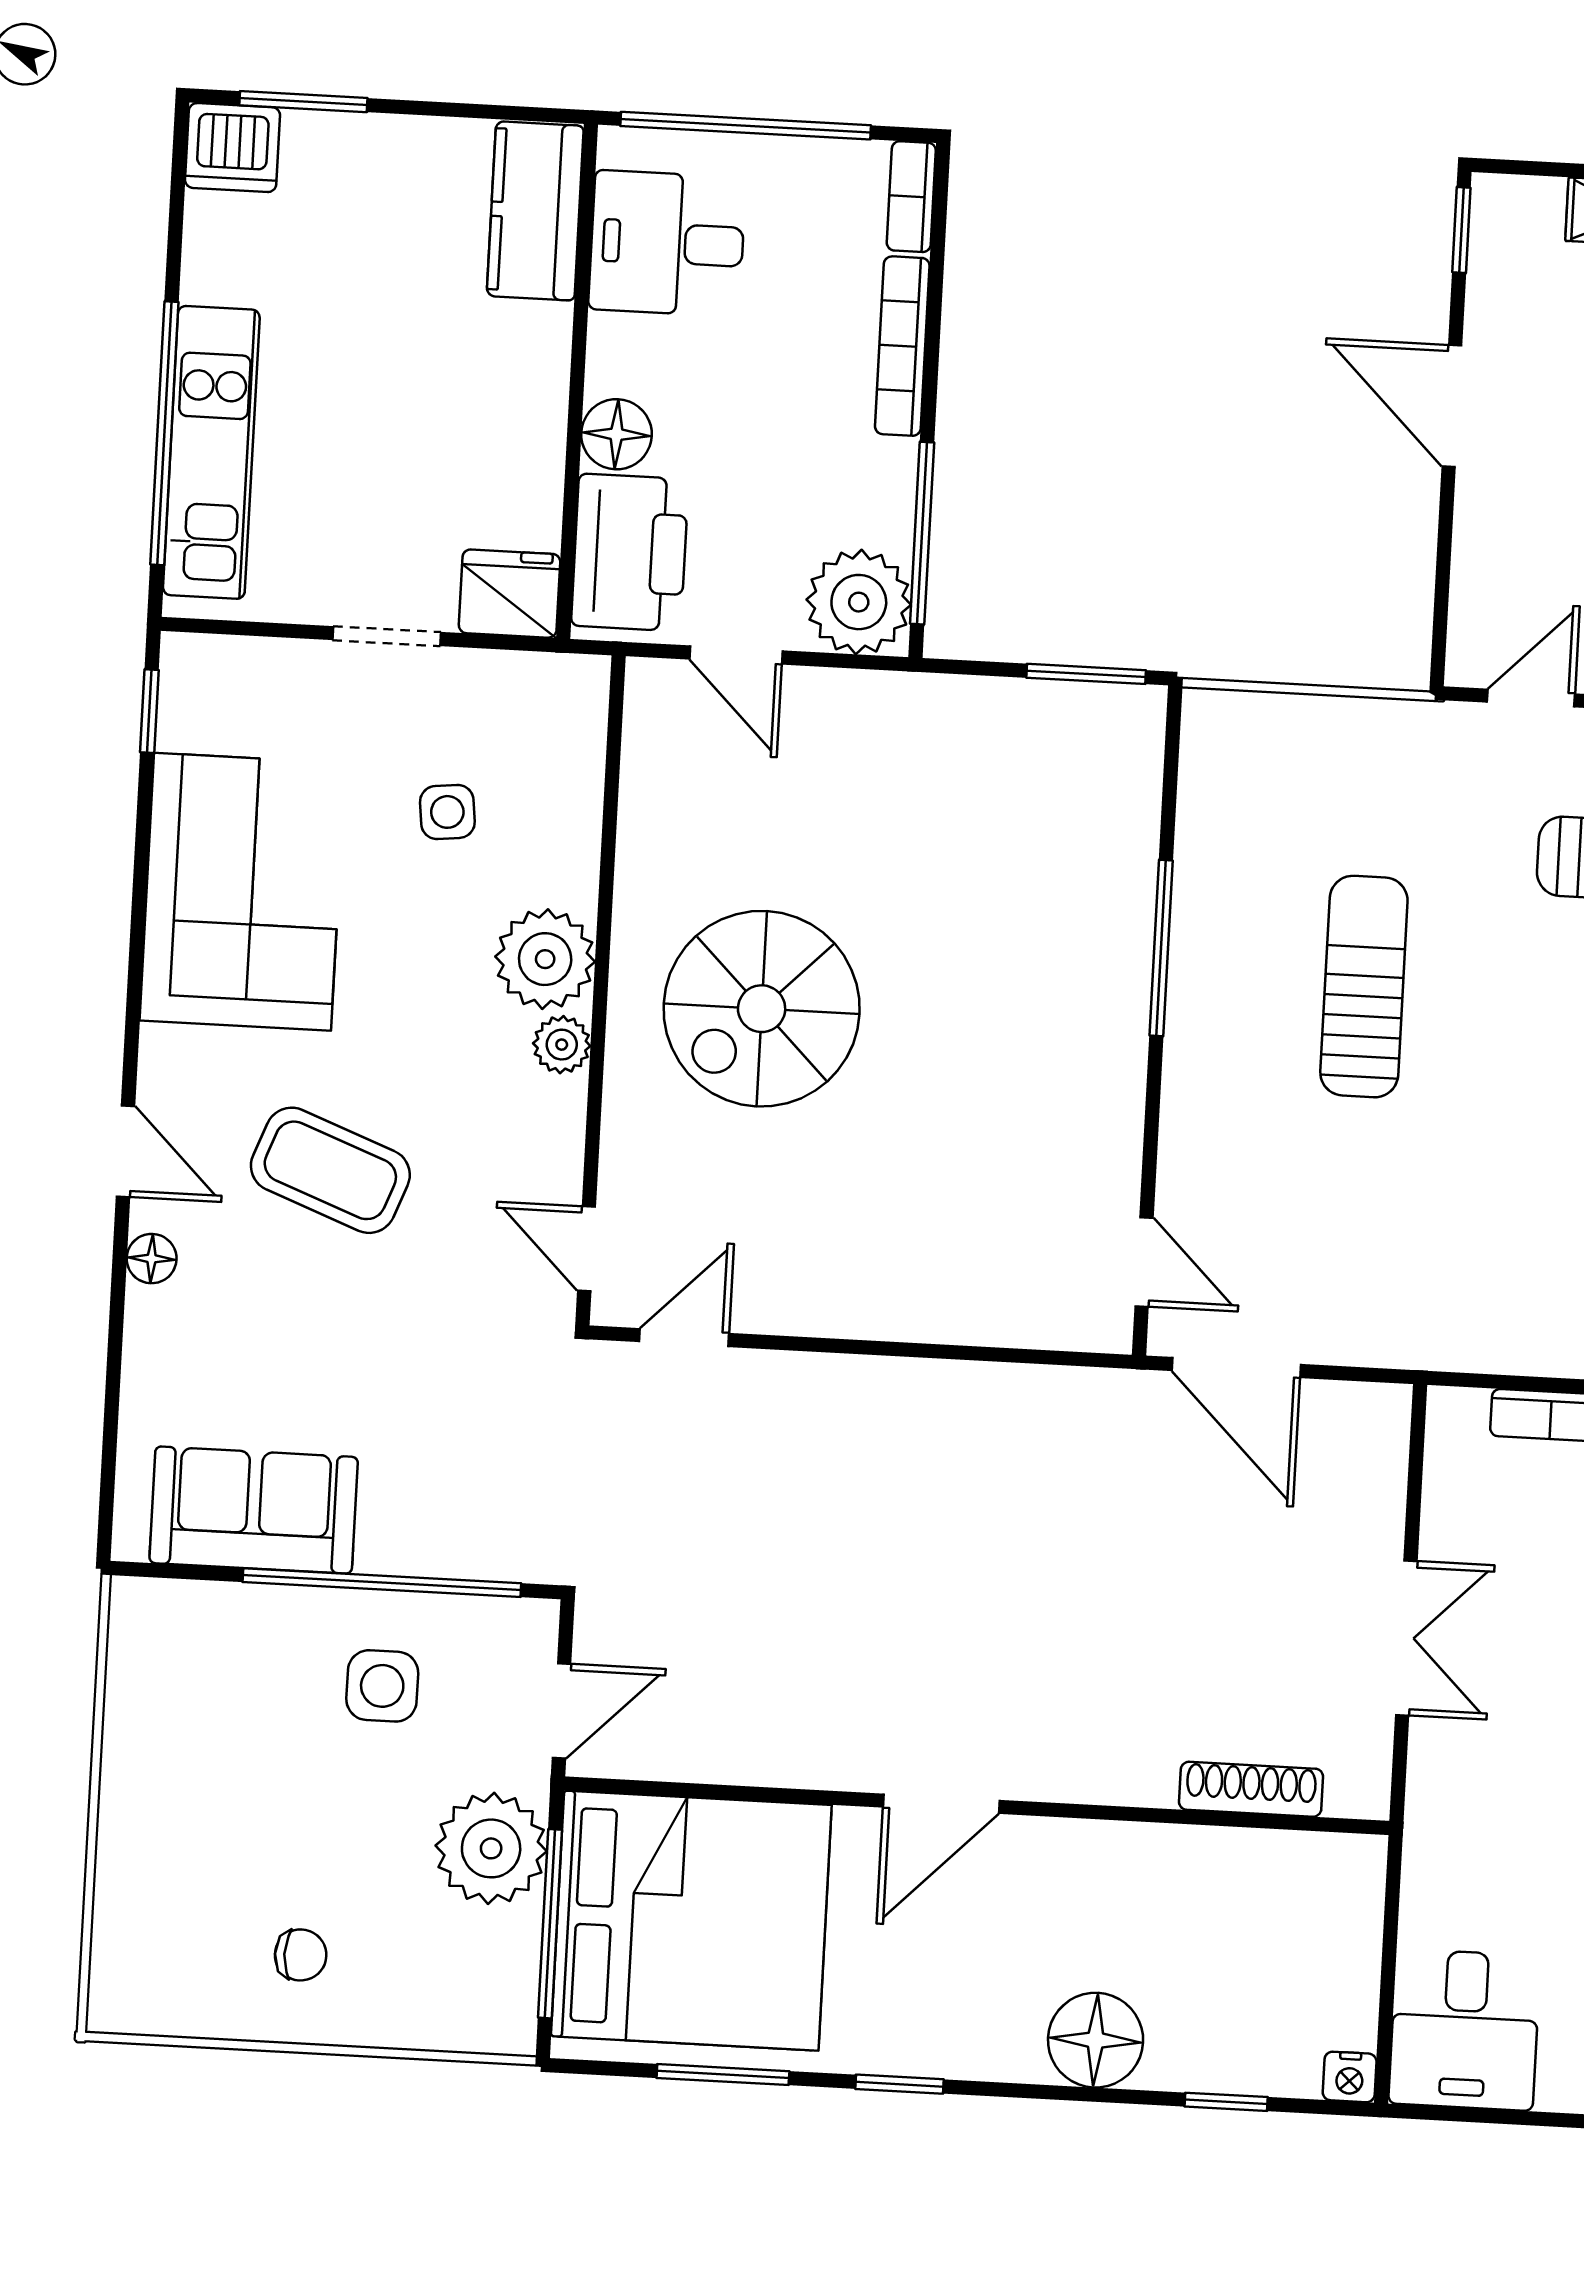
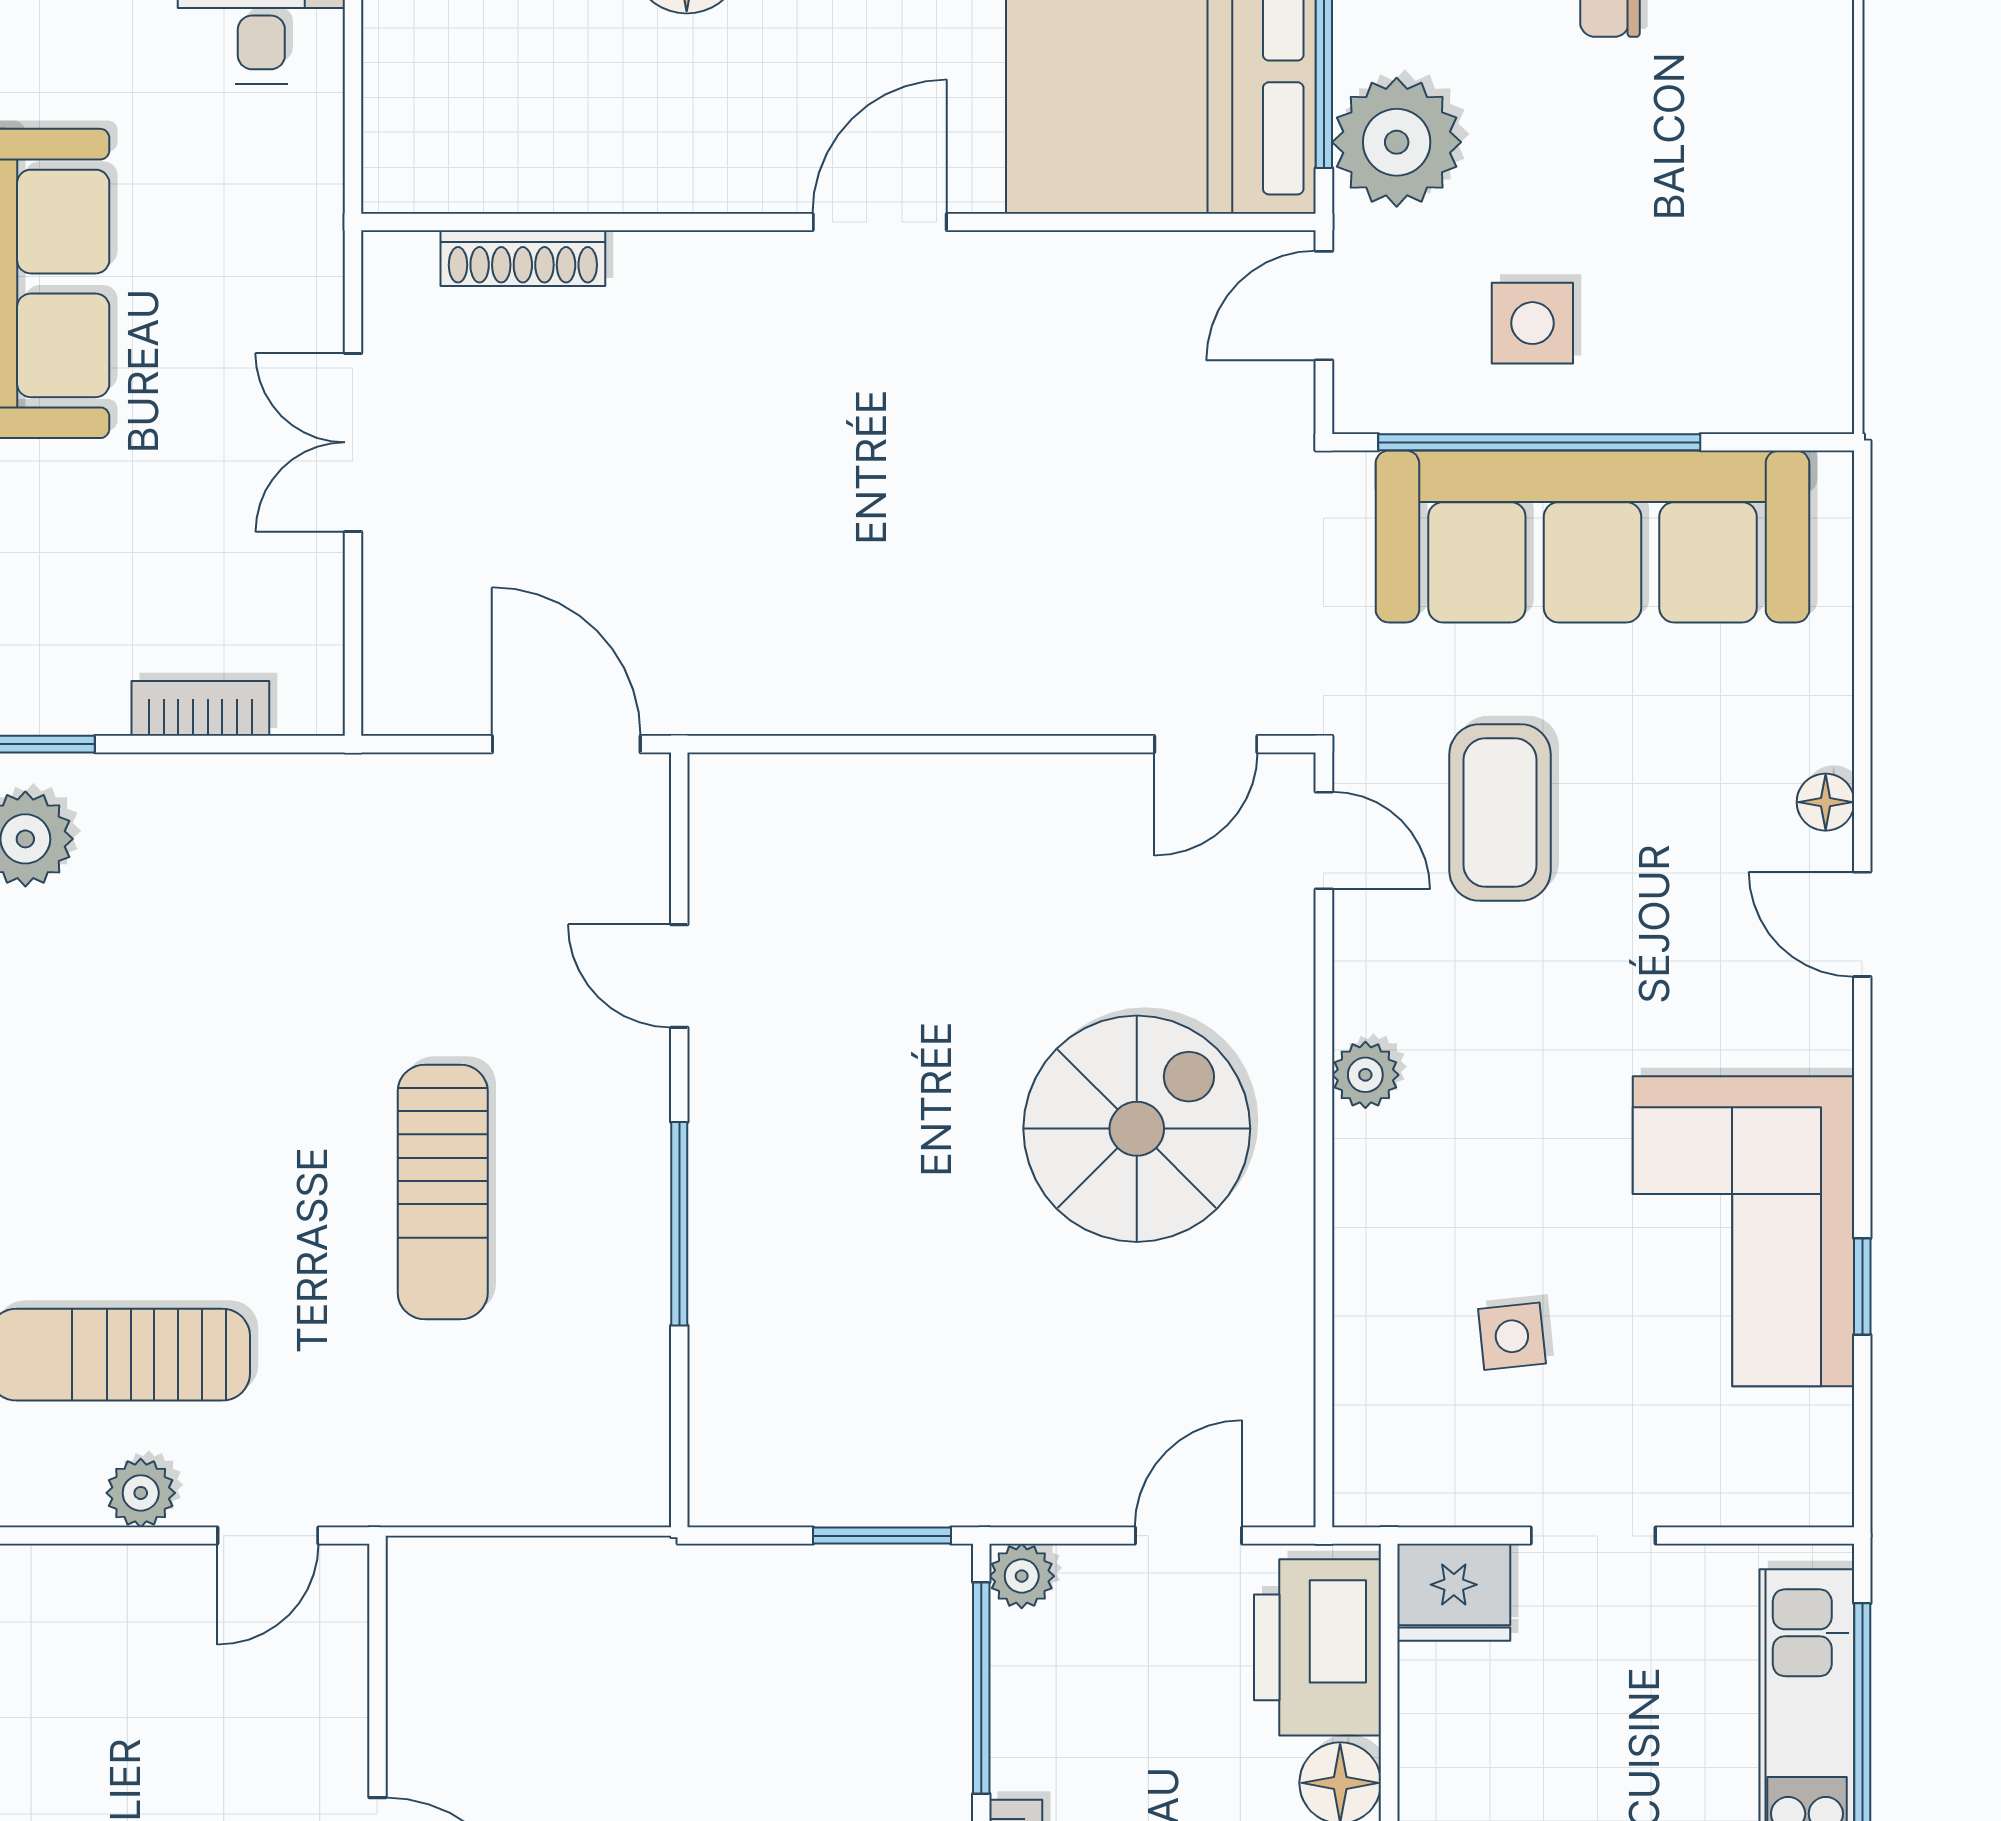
plant: (859, 602) -> (1022, 1576), width x0.53, depth x0.53
door: (736, 655) -> (1188, 1536), hinge flipped
window: (1086, 674) -> (882, 1536), moved
window: (149, 711) -> (1862, 1287), moved
plant: (545, 959) -> (1390, 1172), removed
coffee table: (330, 1170) -> (1500, 813), moved, turned 69
door: (1144, 1262) -> (679, 976), moved
sofa: (254, 1510) -> (1592, 536), width x1.85, depth x1.27

